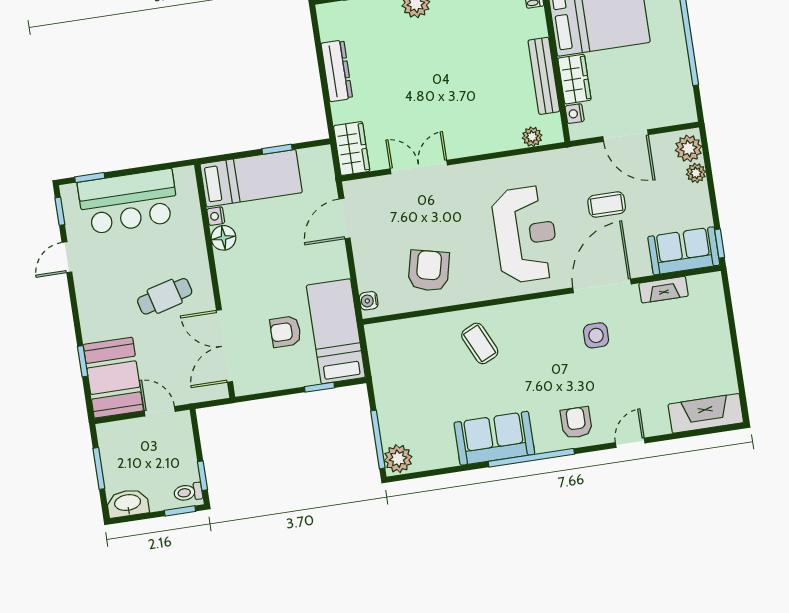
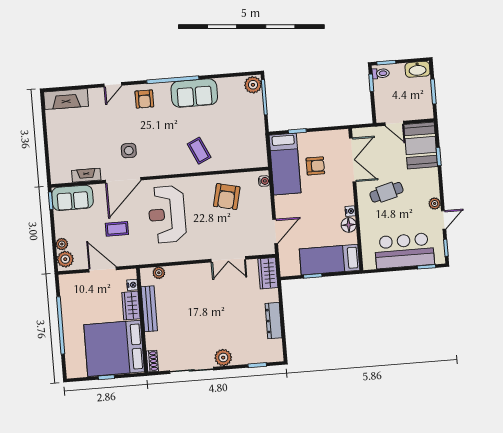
nightstand: (216, 216) -> (350, 211), moved
plant: (84, 283) -> (435, 204), added

